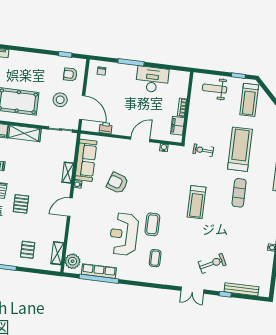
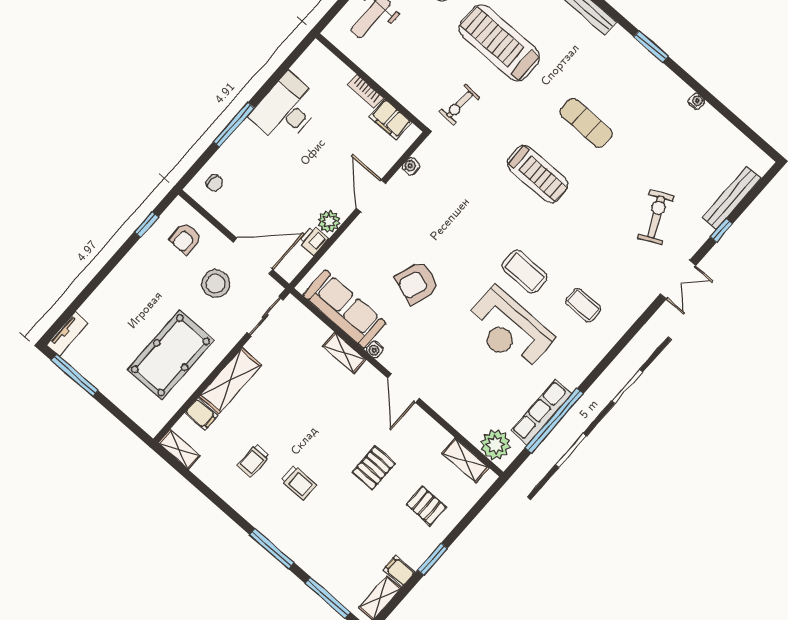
plant: (118, 129) -> (329, 222), added
exercise mat: (239, 193) -> (586, 123), moved
pallet: (21, 204) -> (374, 468), moved, turned 90

